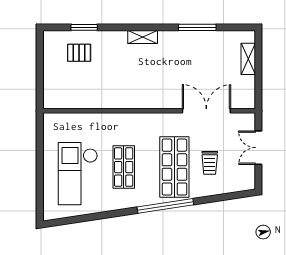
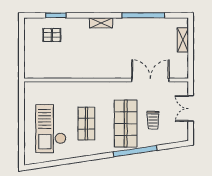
window: (197, 27) -> (143, 15), width x1.46
window: (165, 206) -> (135, 151), moved

